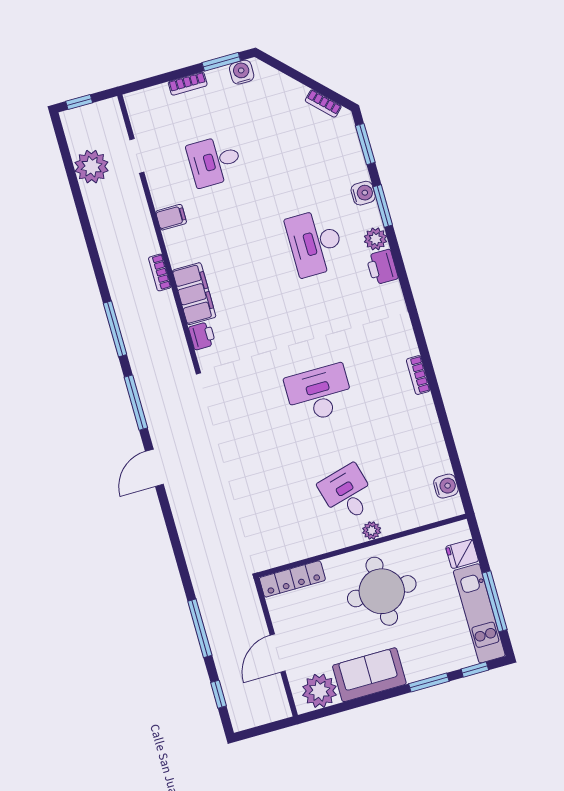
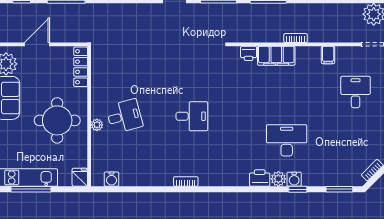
water cooler: (363, 193) -> (294, 179), moved
window: (383, 206) -> (298, 189), width x0.67
desk: (319, 393) -> (192, 116), width x0.73
fridge: (462, 554) -> (80, 177), moved
door: (278, 653) -> (37, 44), hinge flipped

